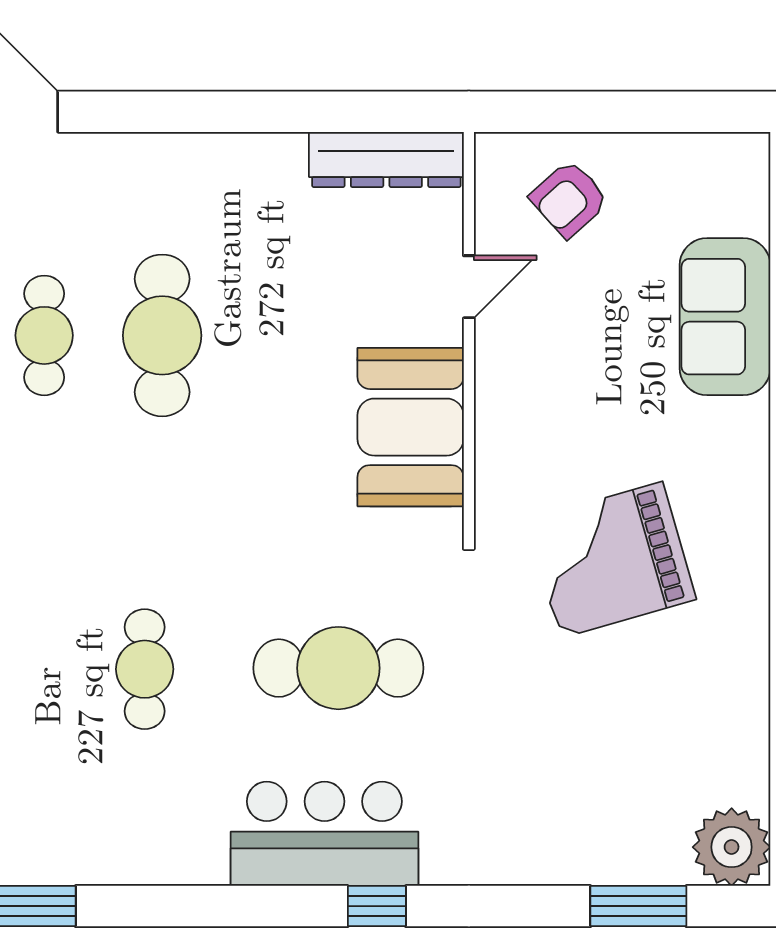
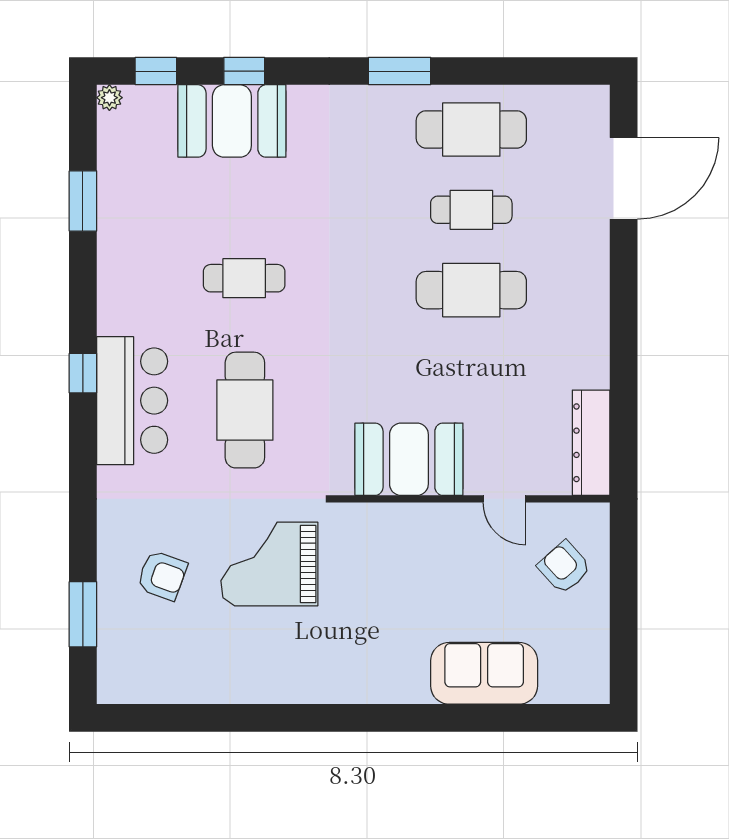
grand piano: (611, 560) -> (269, 564), moved, turned -74
armchair: (581, 790) -> (162, 576), added
plant: (732, 847) -> (123, 678), removed
window: (377, 906) -> (83, 373), moved

